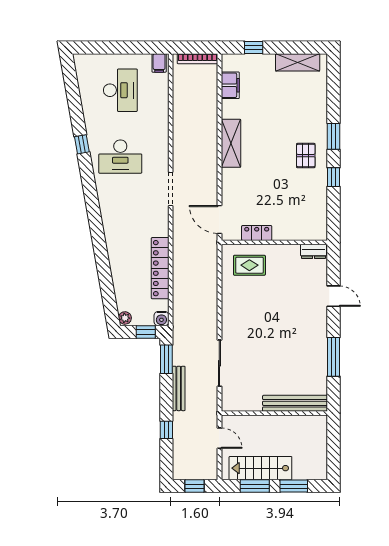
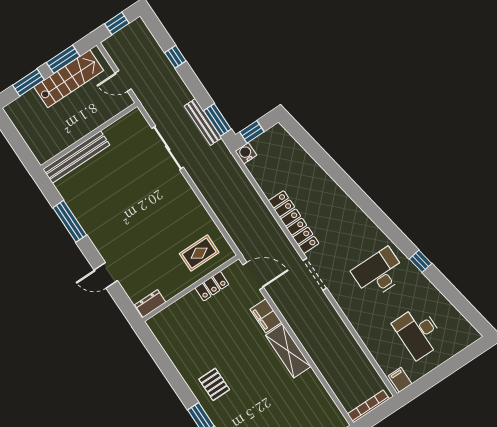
filing cabinet: (230, 85) -> (266, 316), moved
window: (334, 177) -> (177, 382), removed
locker: (160, 268) -> (294, 222), moved
plant: (125, 318) -> (279, 132), removed
bench: (179, 388) -> (203, 122), moved

